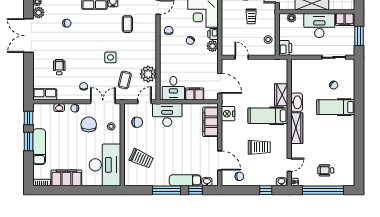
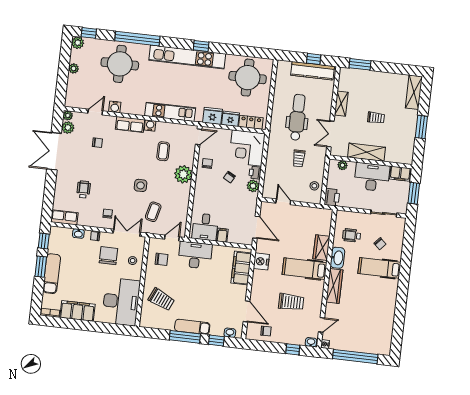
plant: (148, 74) -> (183, 174), moved
filing cabinet: (195, 94) -> (222, 235), width x0.50
wheelchair: (326, 170) -> (352, 235), moved
exam couch: (185, 180) -> (192, 327), moved

